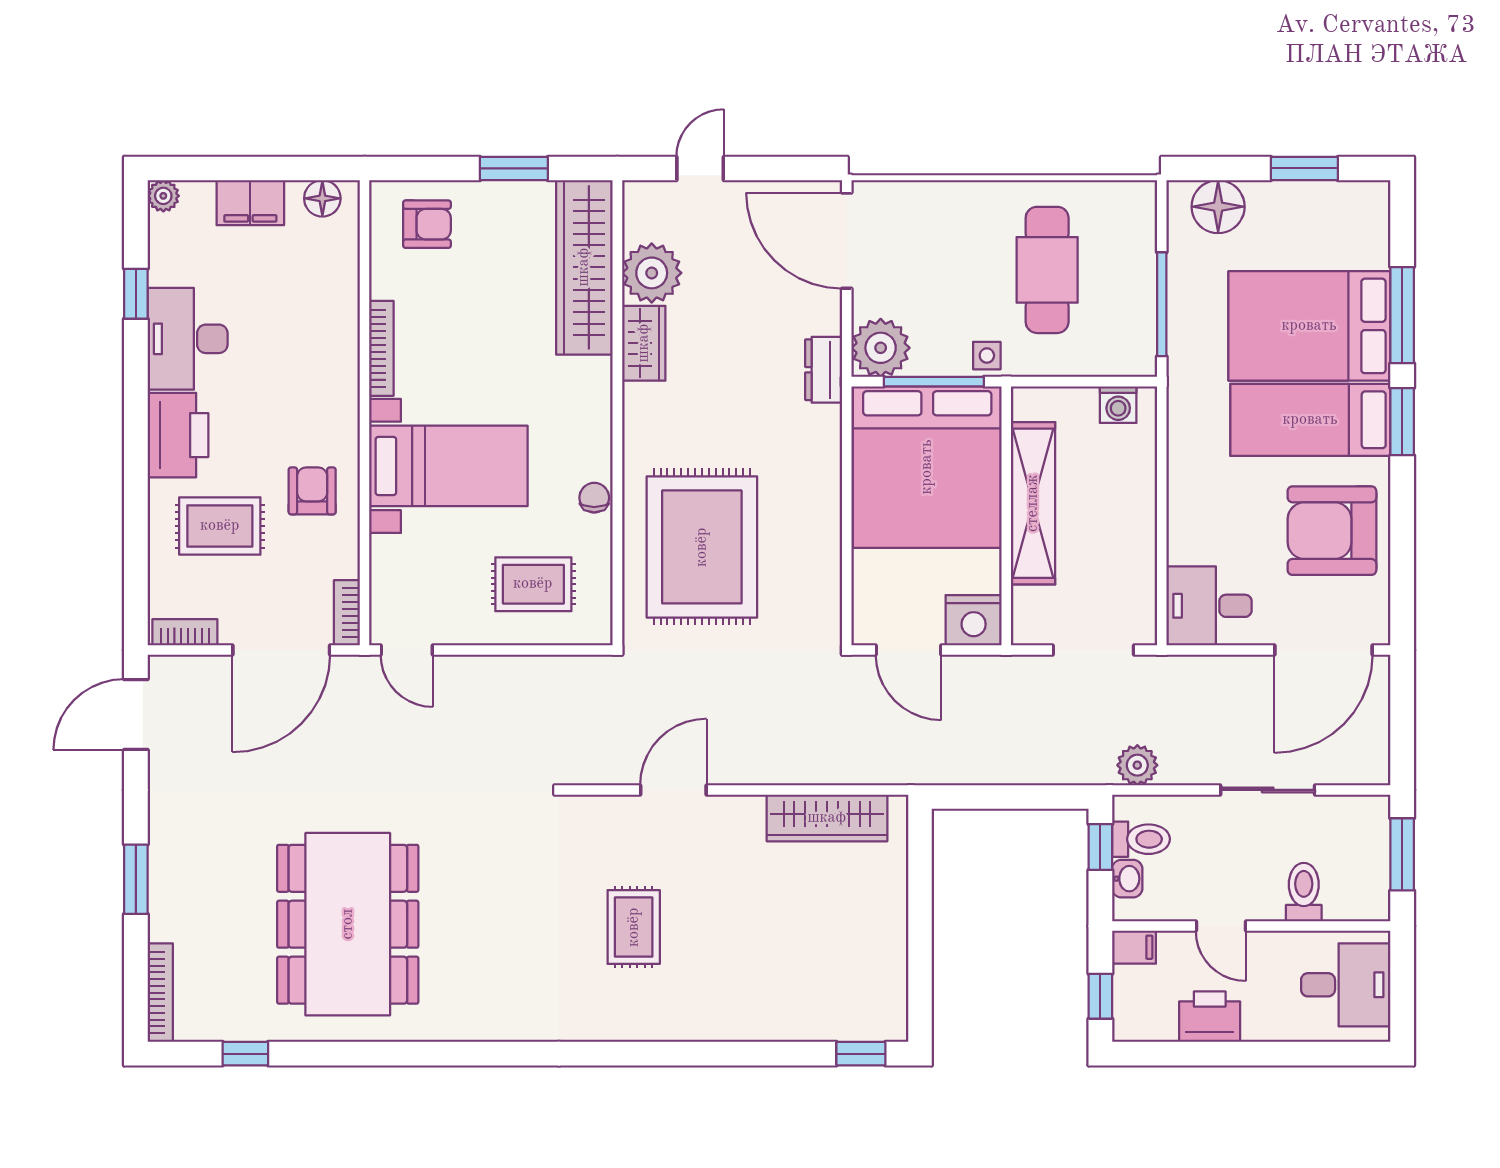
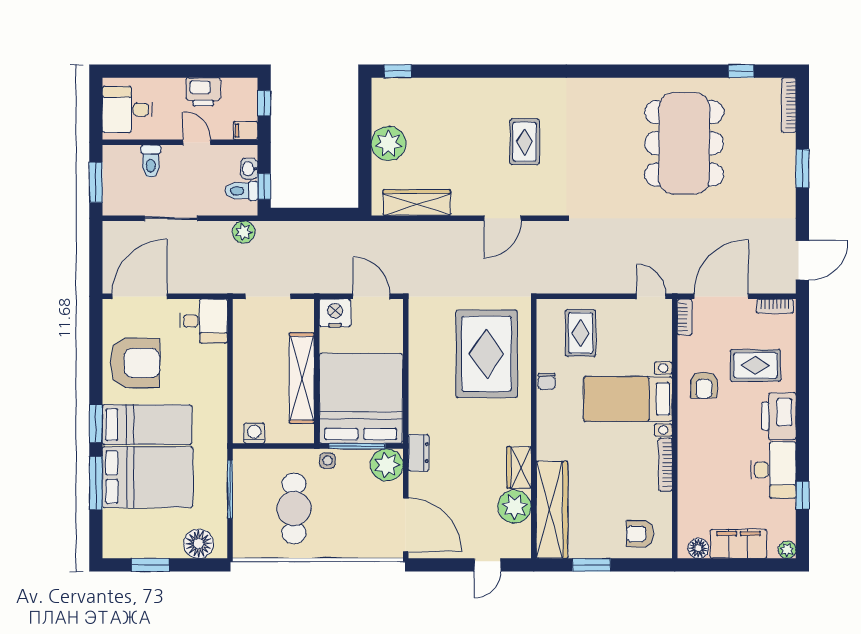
filing cabinet: (250, 203) -> (738, 544), width x1.50, depth x1.17
rug: (533, 584) -> (581, 333), turned 90
plant: (877, 924) -> (389, 143), added

